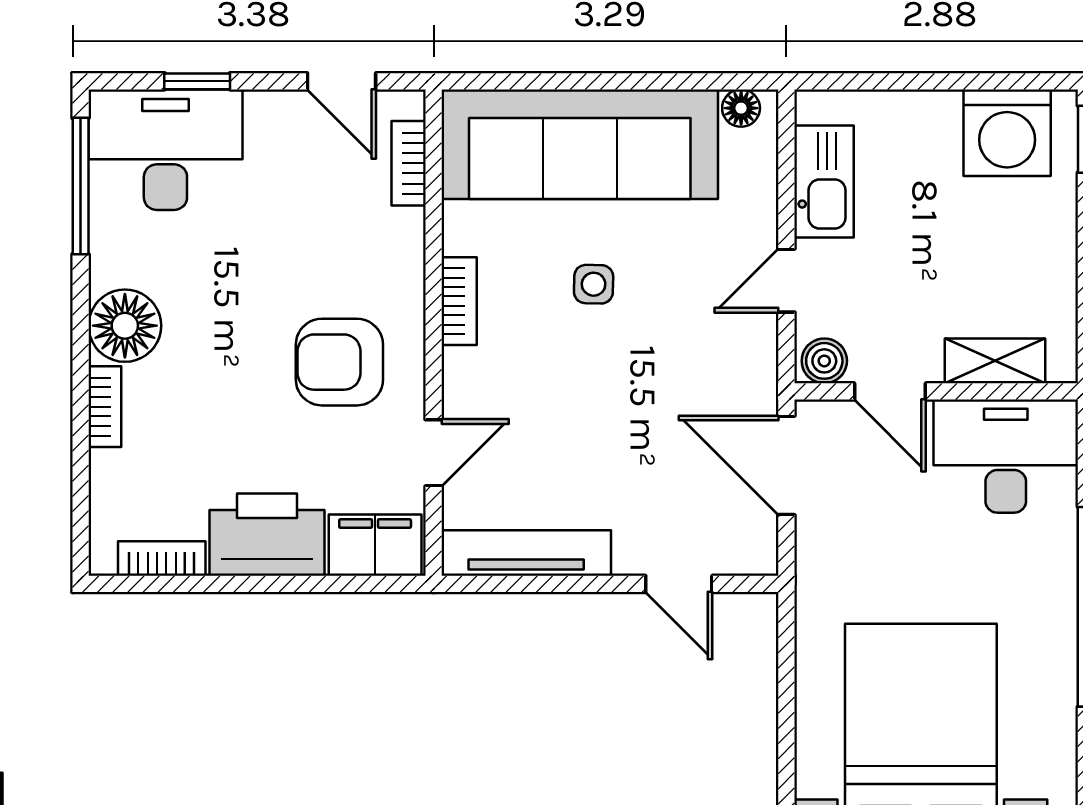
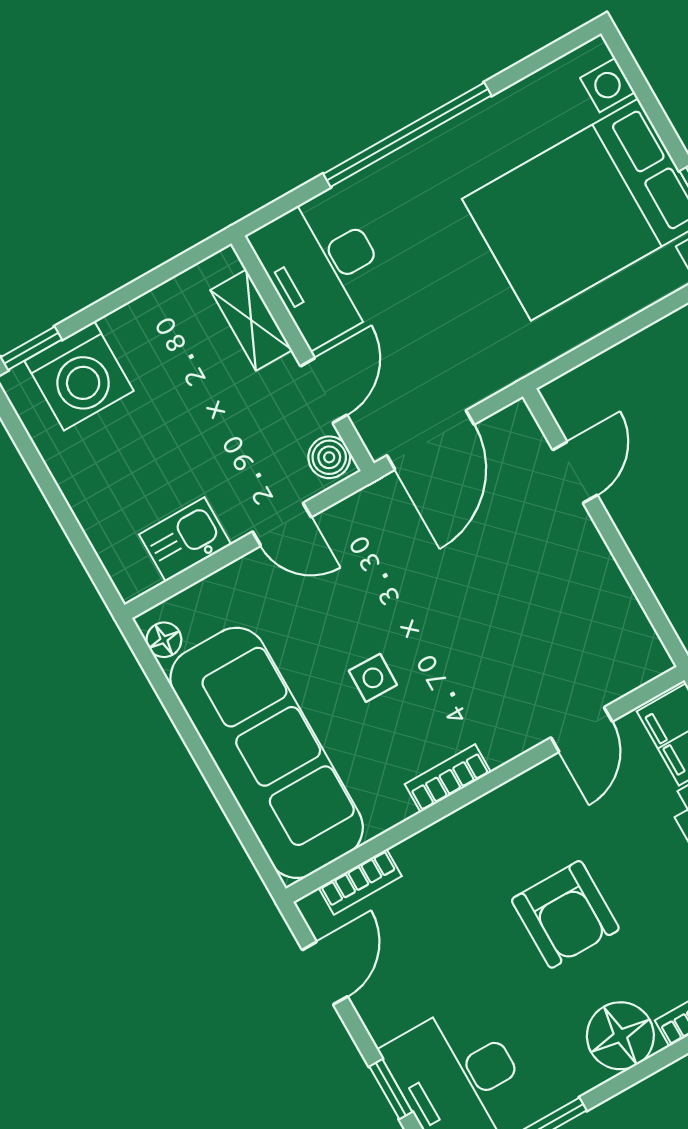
washing machine: (1007, 133) -> (79, 376), moved, turned 90
kitchen sink: (824, 182) -> (185, 539), width x0.73
armchair: (339, 362) -> (565, 914), moved
door: (434, 453) -> (582, 730), swing flipped
tv unit: (526, 553) -> (620, 609), removed

